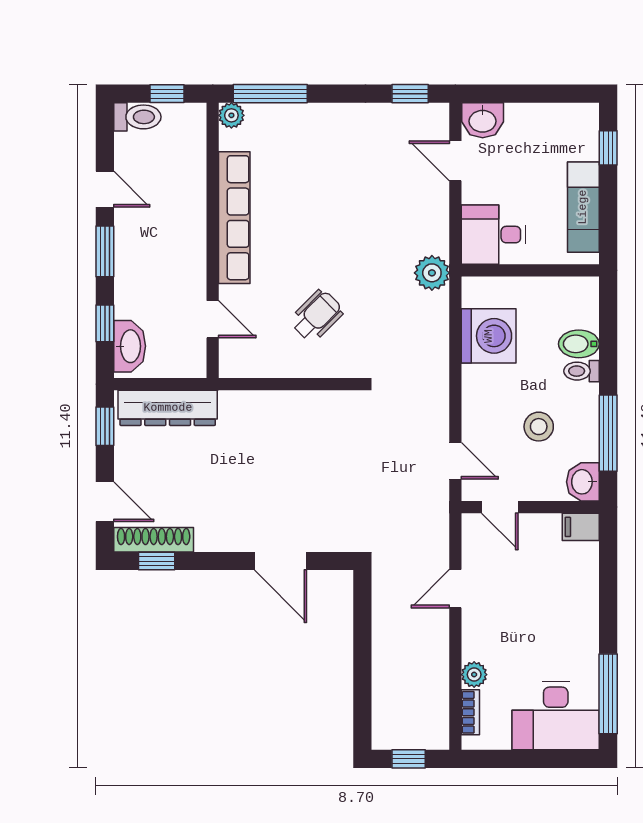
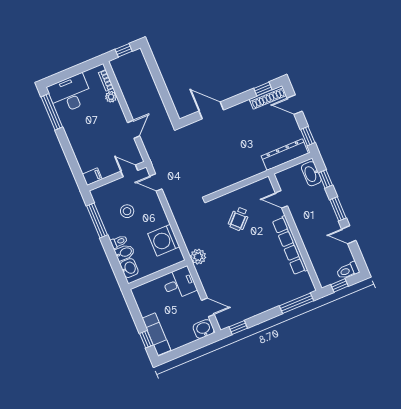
plant: (231, 115) -> (309, 287), removed
exam couch: (583, 207) -> (156, 334), moved
washbasin: (583, 482) -> (129, 268), moved

